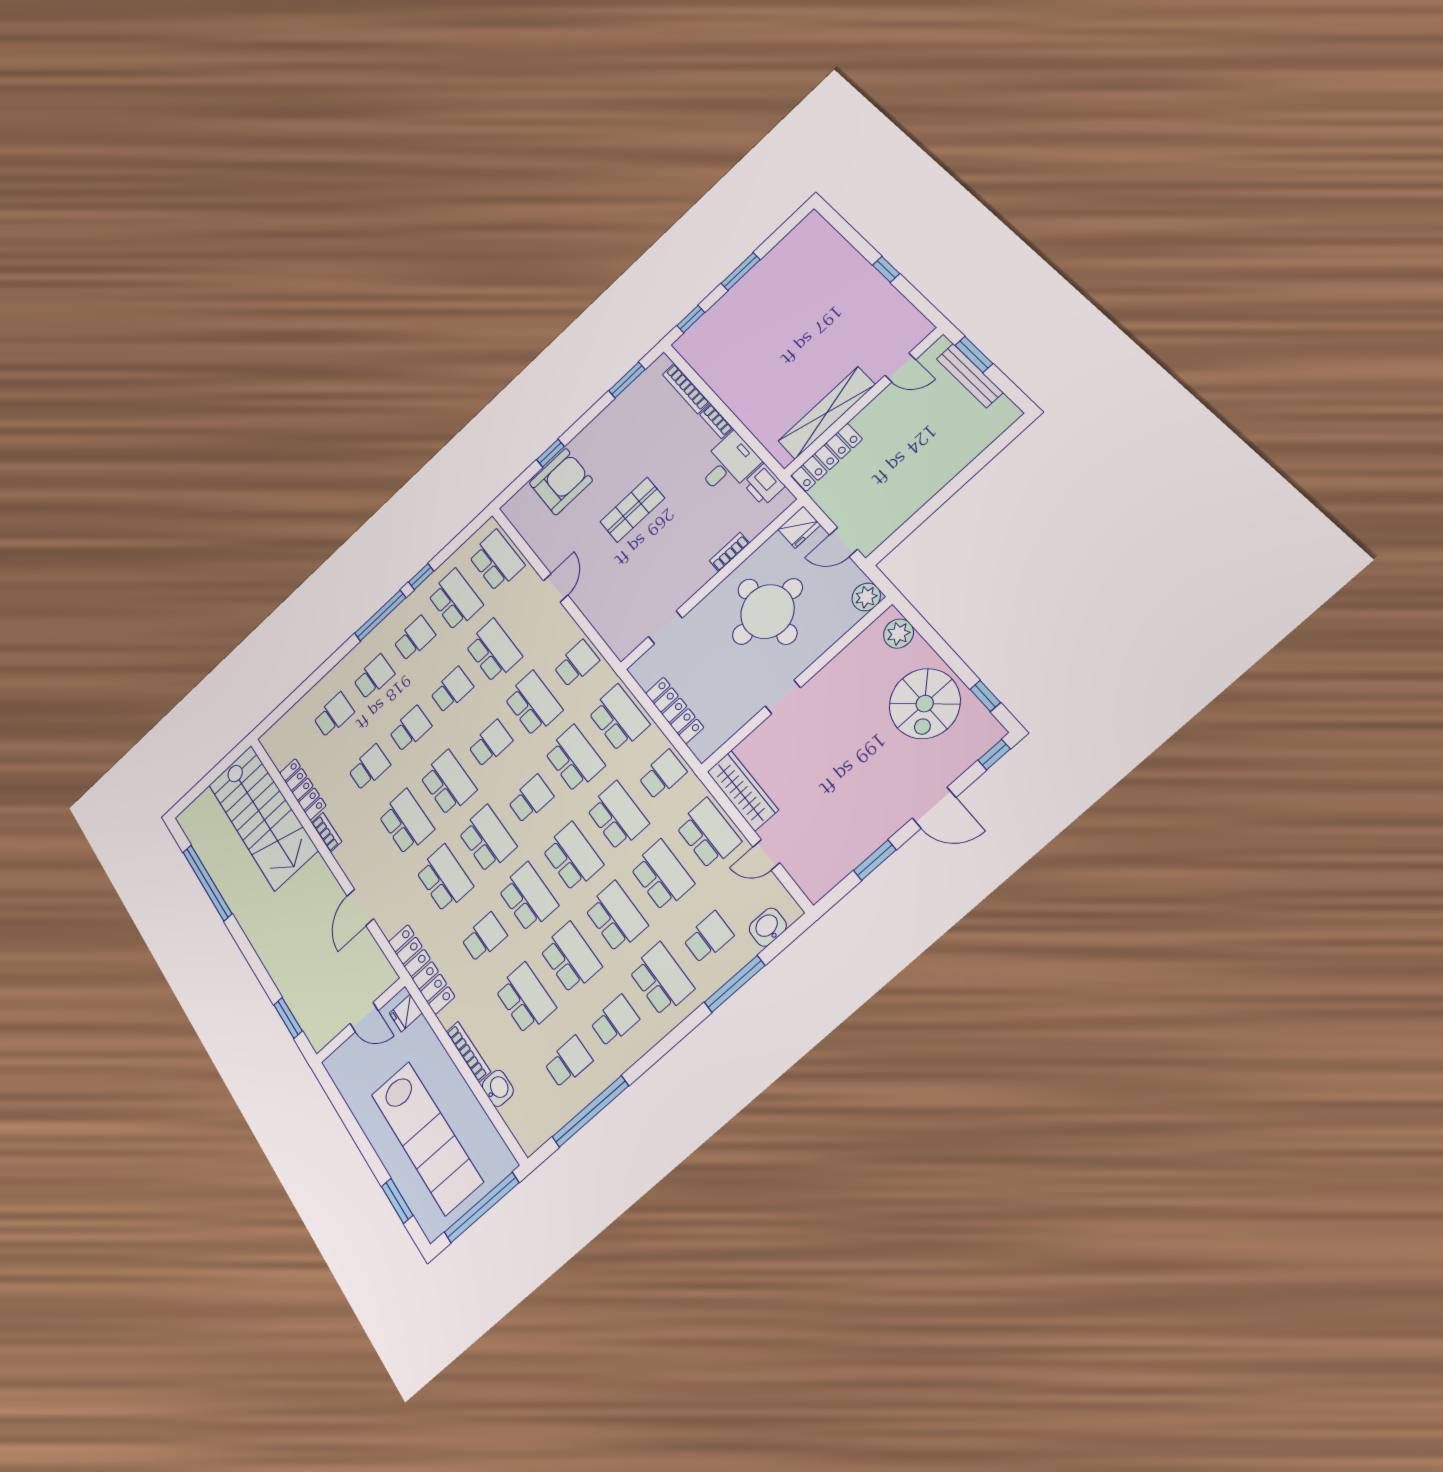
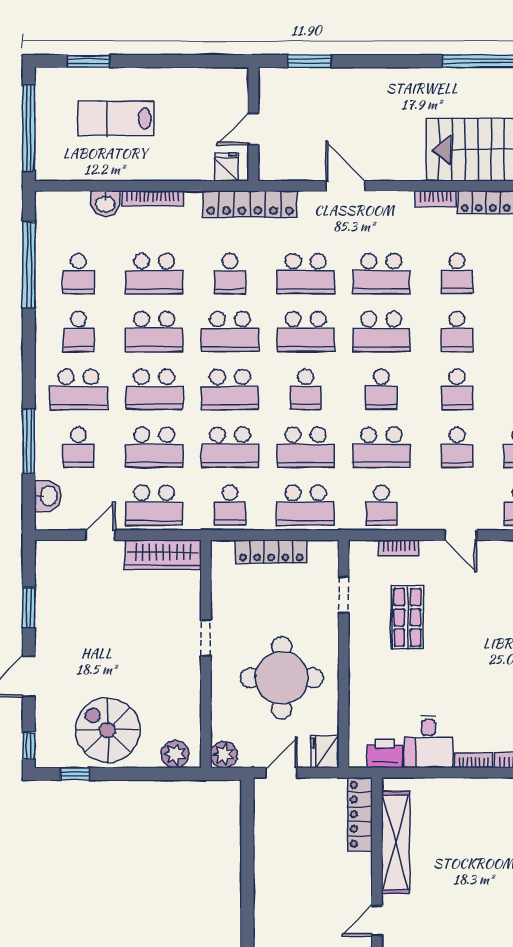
shop shelf: (632, 510) -> (407, 617), moved
bookcase: (729, 552) -> (399, 548), moved, turned 90
school desk: (494, 651) -> (457, 447), width x0.54
lab bench: (427, 1138) -> (116, 119), width x0.54, depth x0.72

